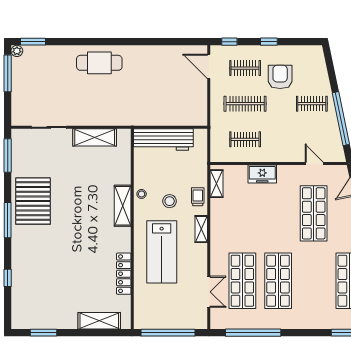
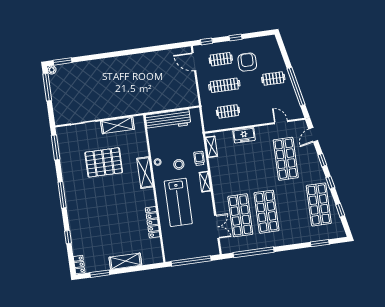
cafe table: (99, 63) -> (113, 70), removed
pallet: (33, 201) -> (104, 162), moved, turned 90
locker: (17, 317) -> (79, 265), added
shelving: (99, 321) -> (125, 261), moved

